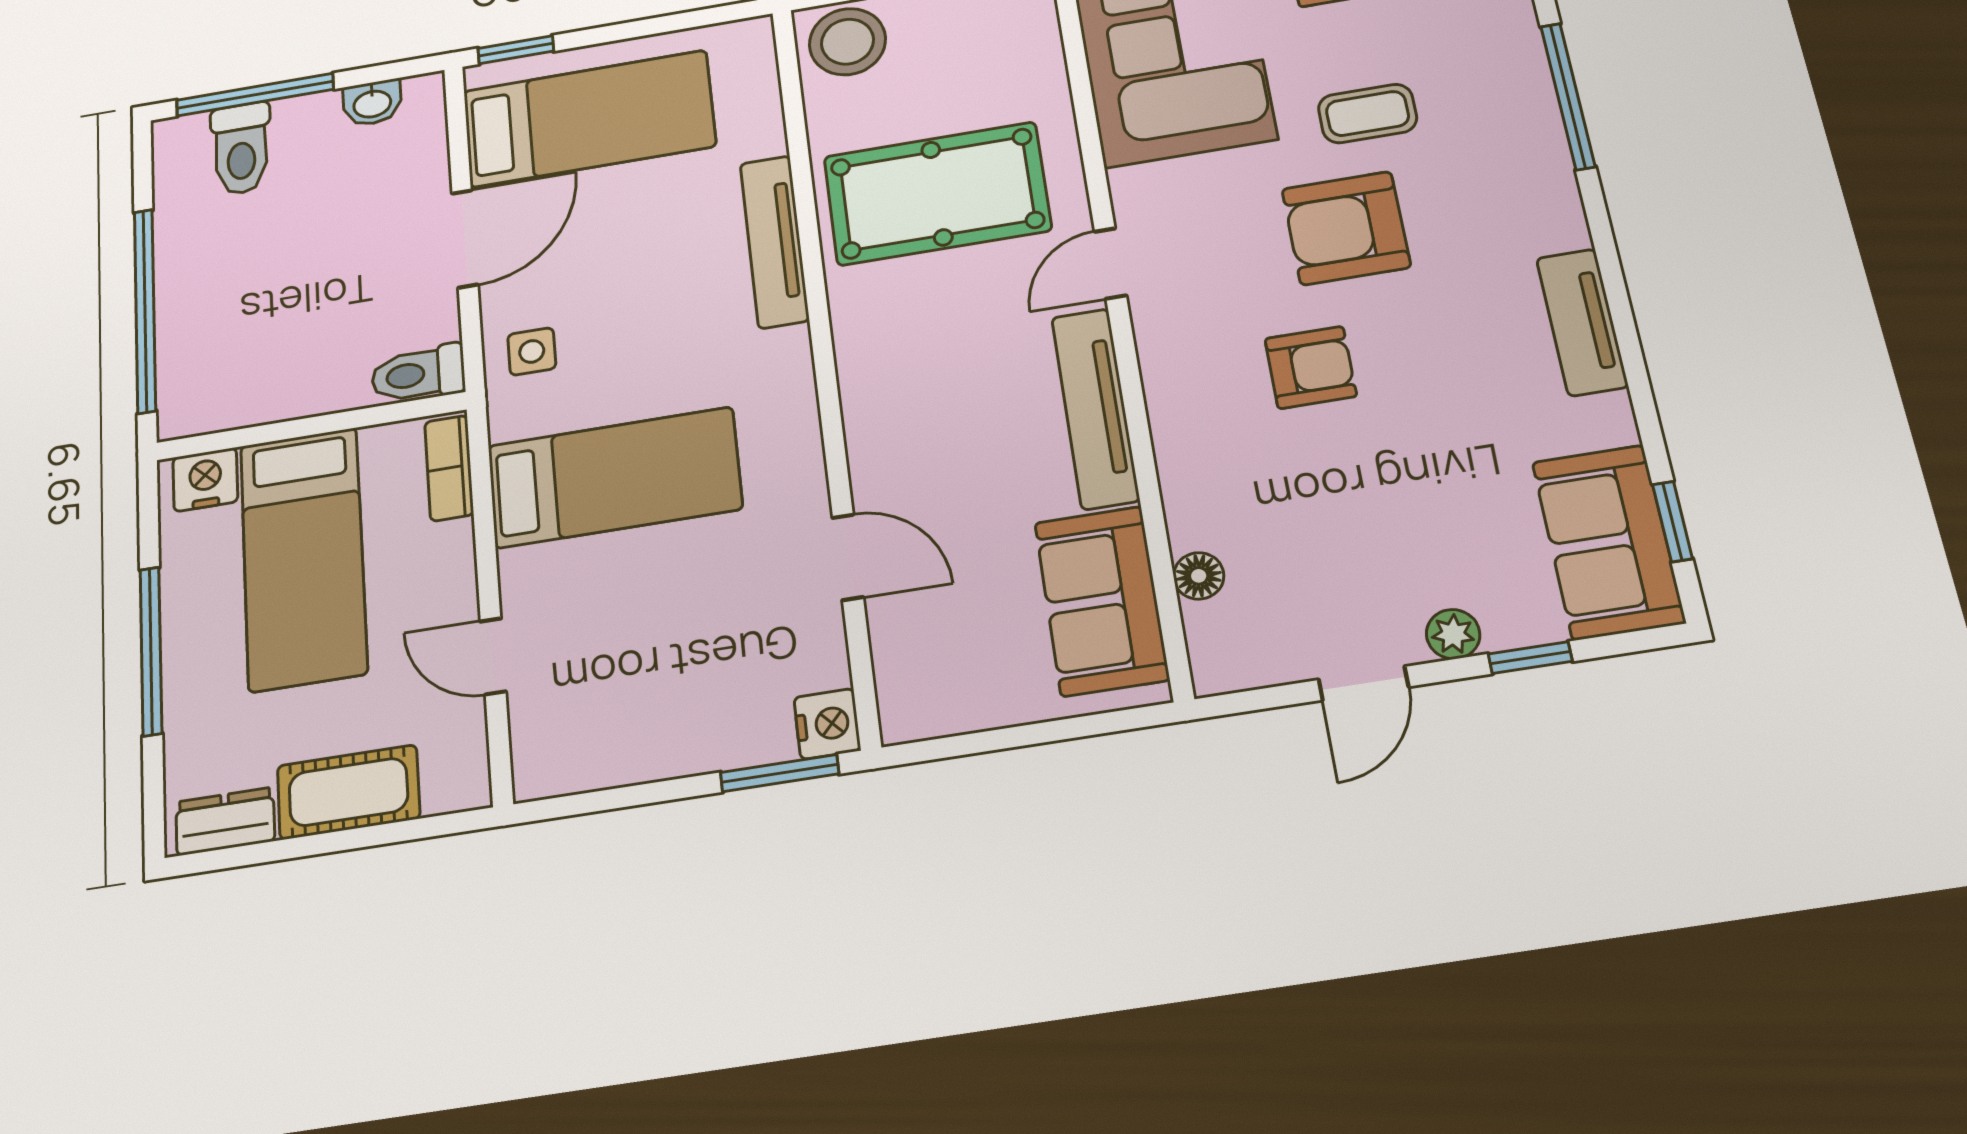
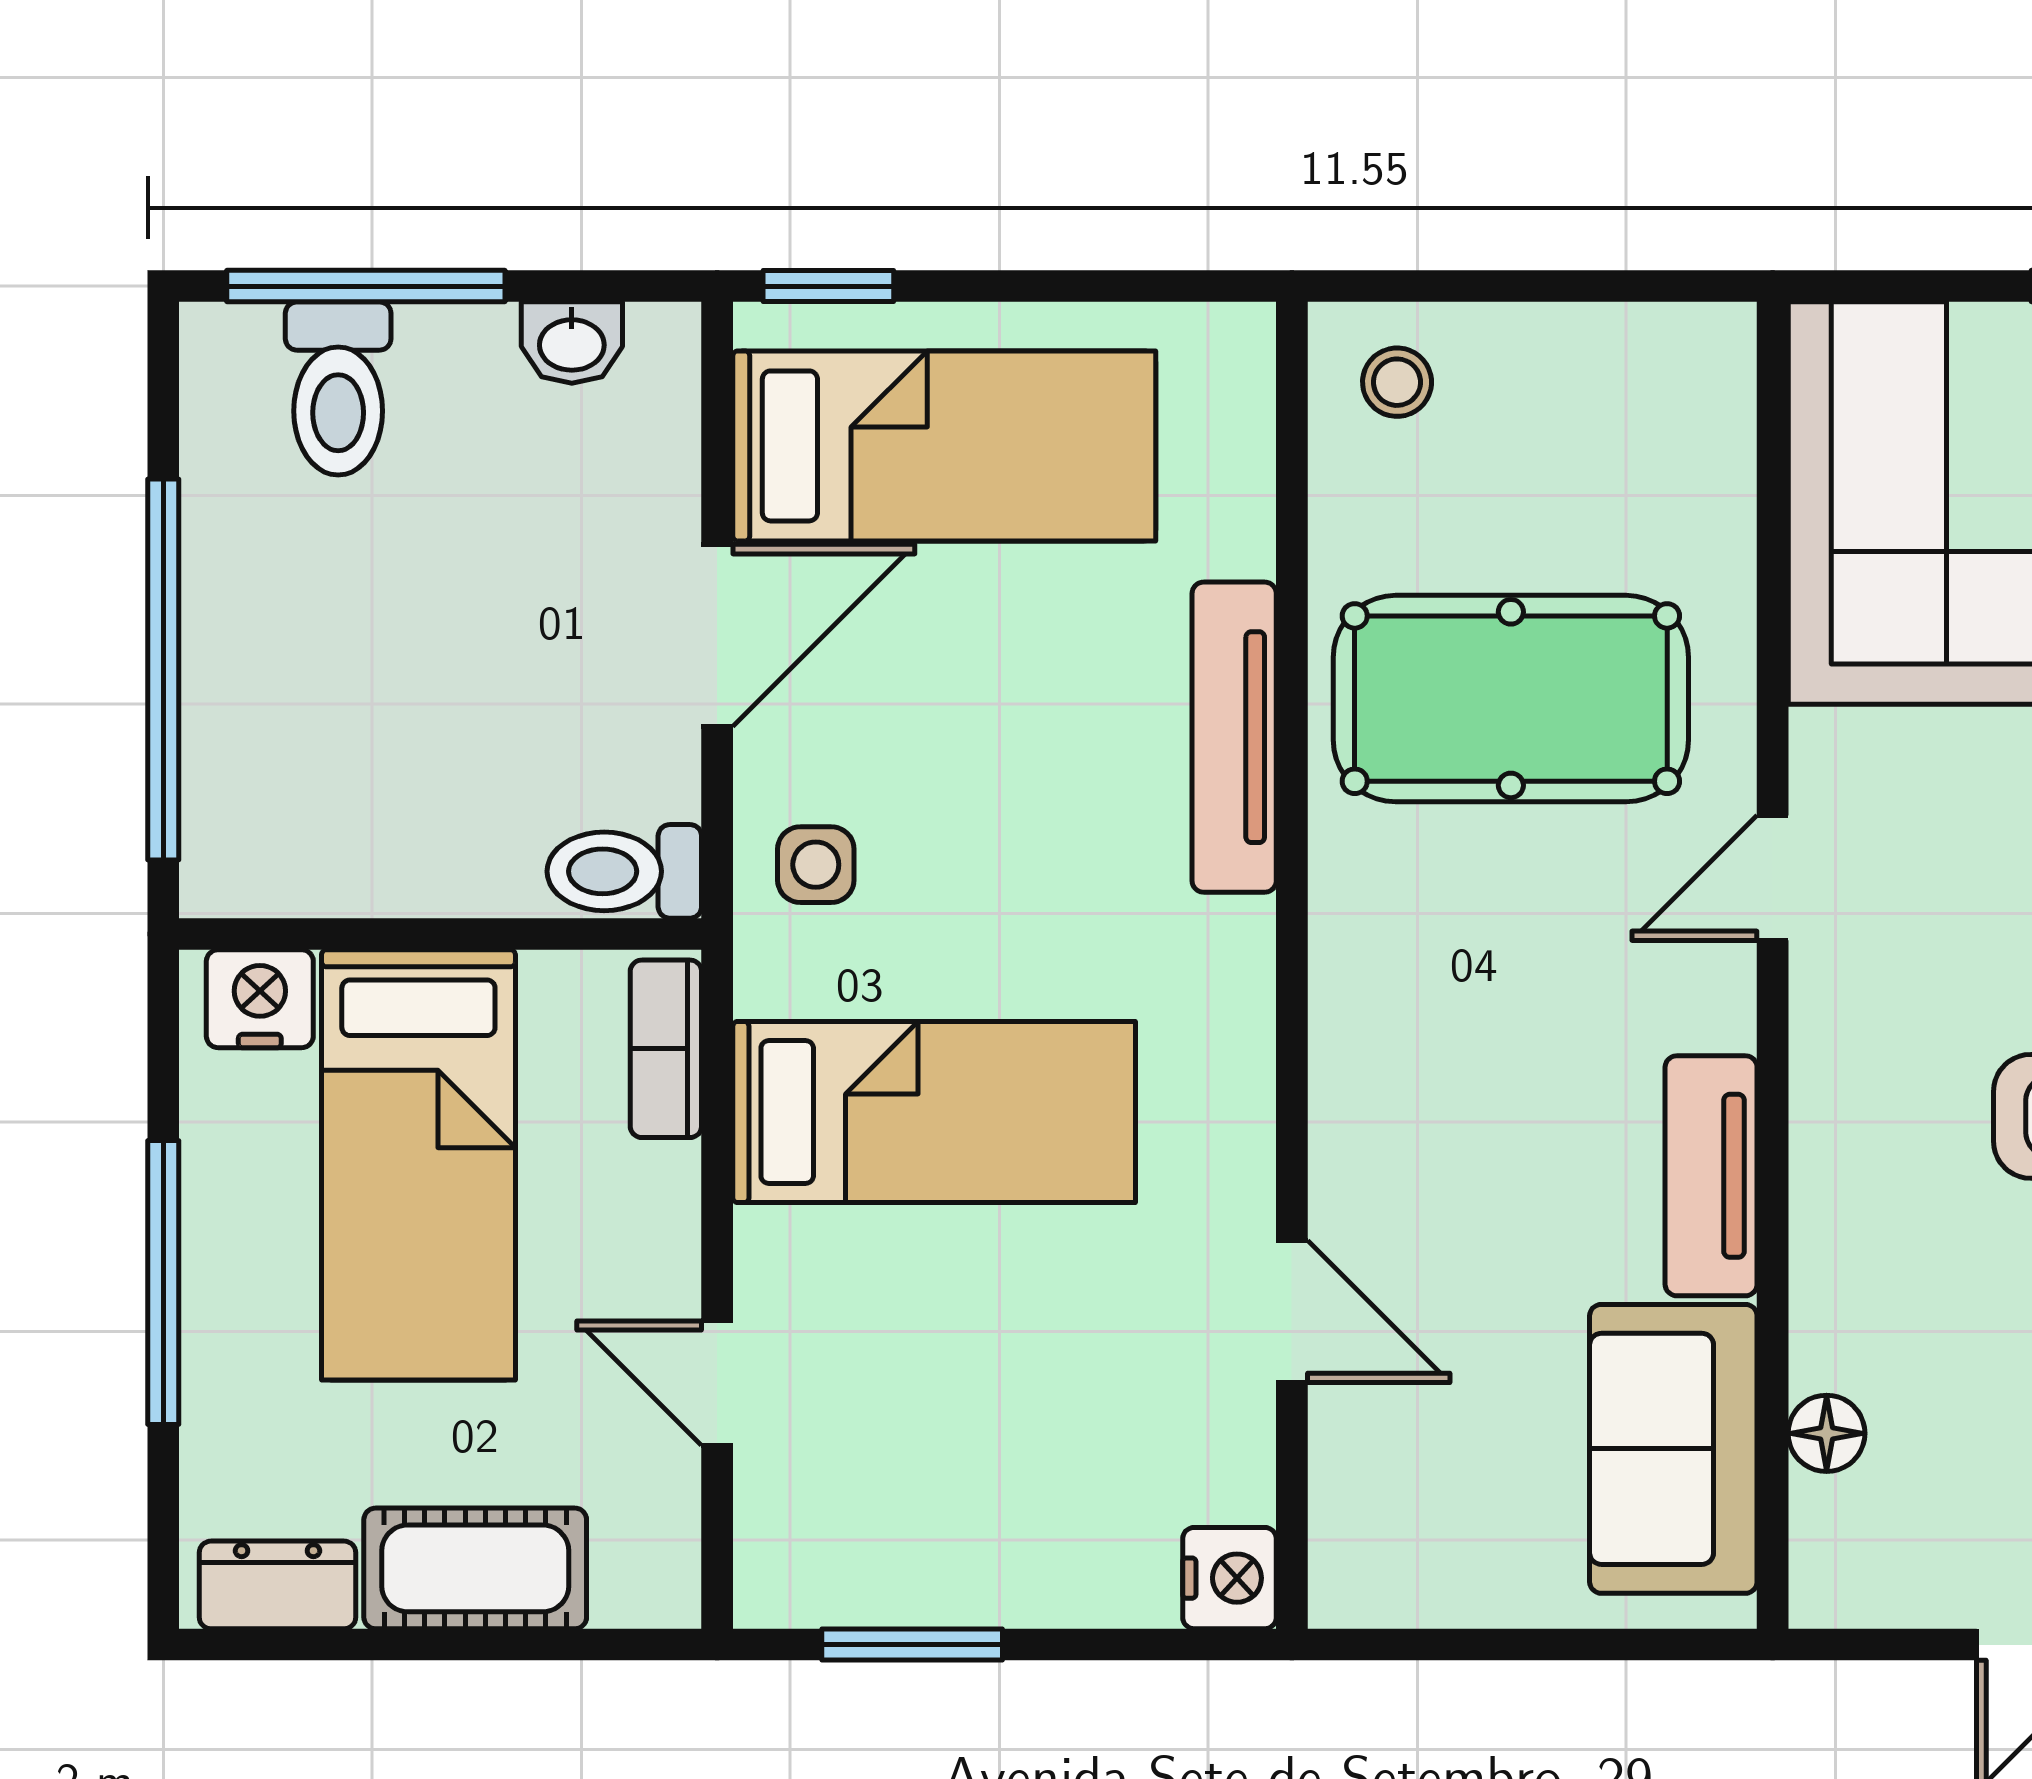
stool: (847, 42) -> (1397, 382), width x0.53, depth x0.53
tv unit: (1095, 408) -> (1711, 1176), width x0.71
window: (780, 773) -> (912, 1645), moved

